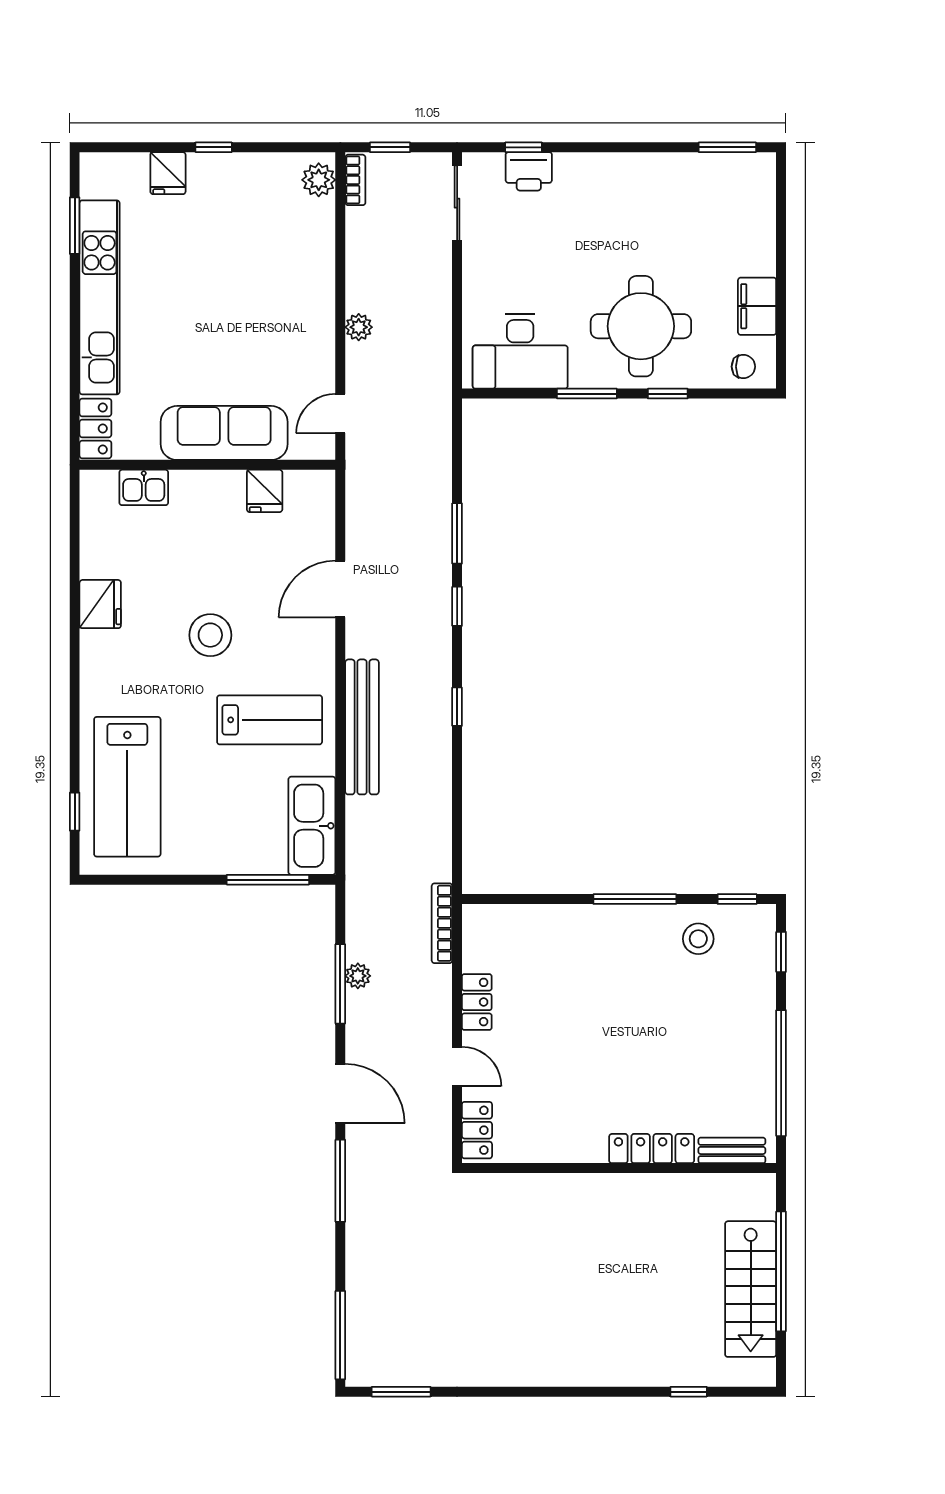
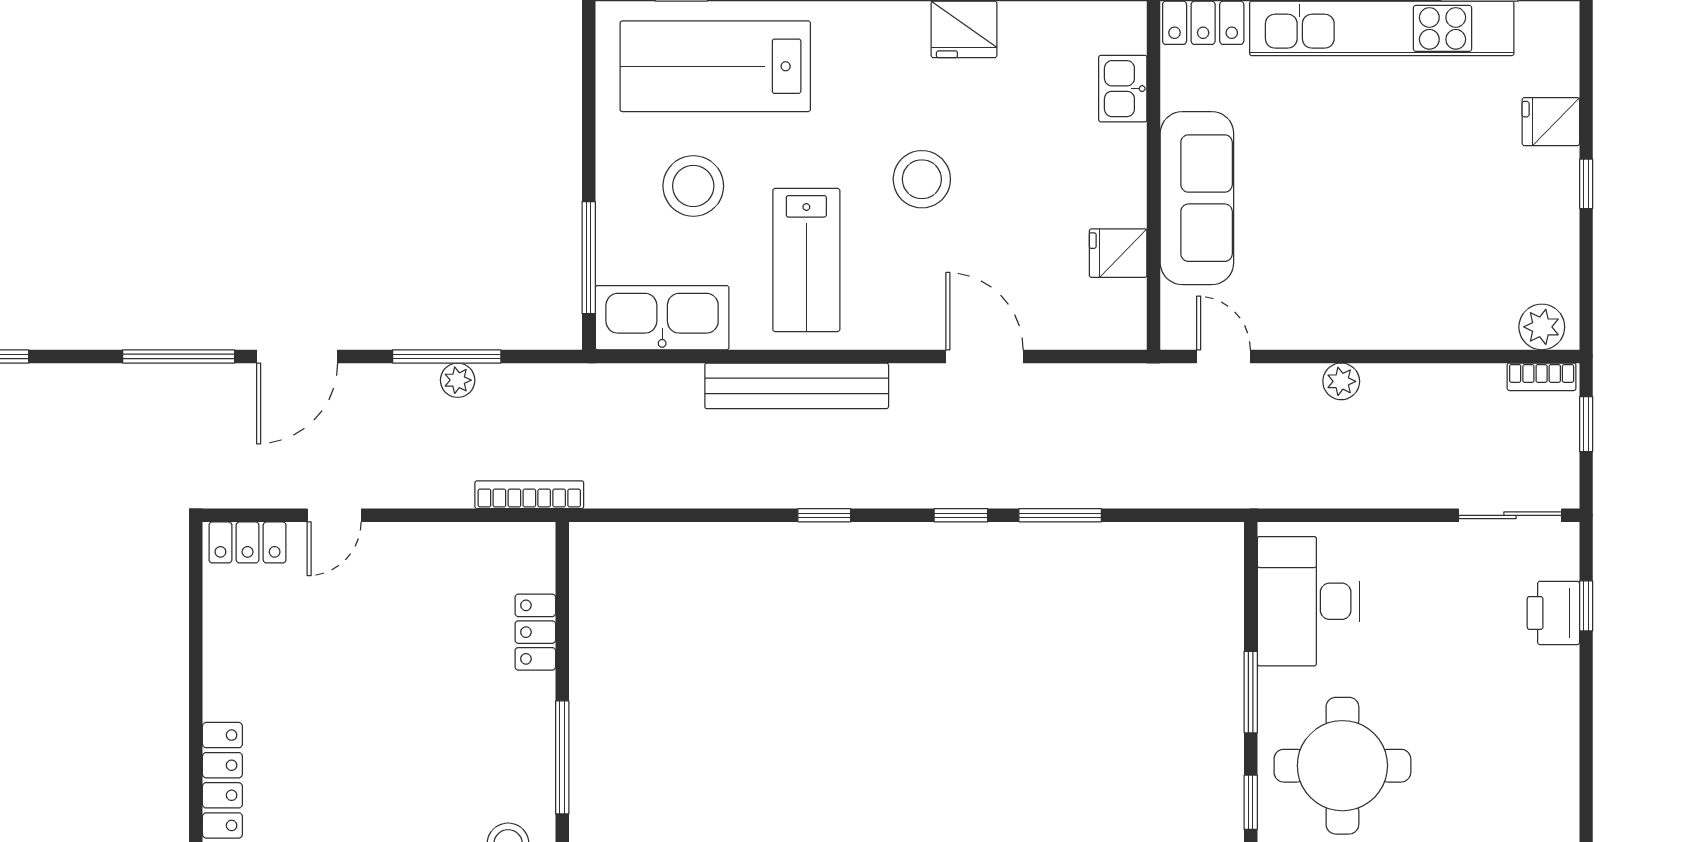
stool: (215, 803) -> (693, 186), added
locker: (477, 1002) -> (535, 632), moved, turned 90

